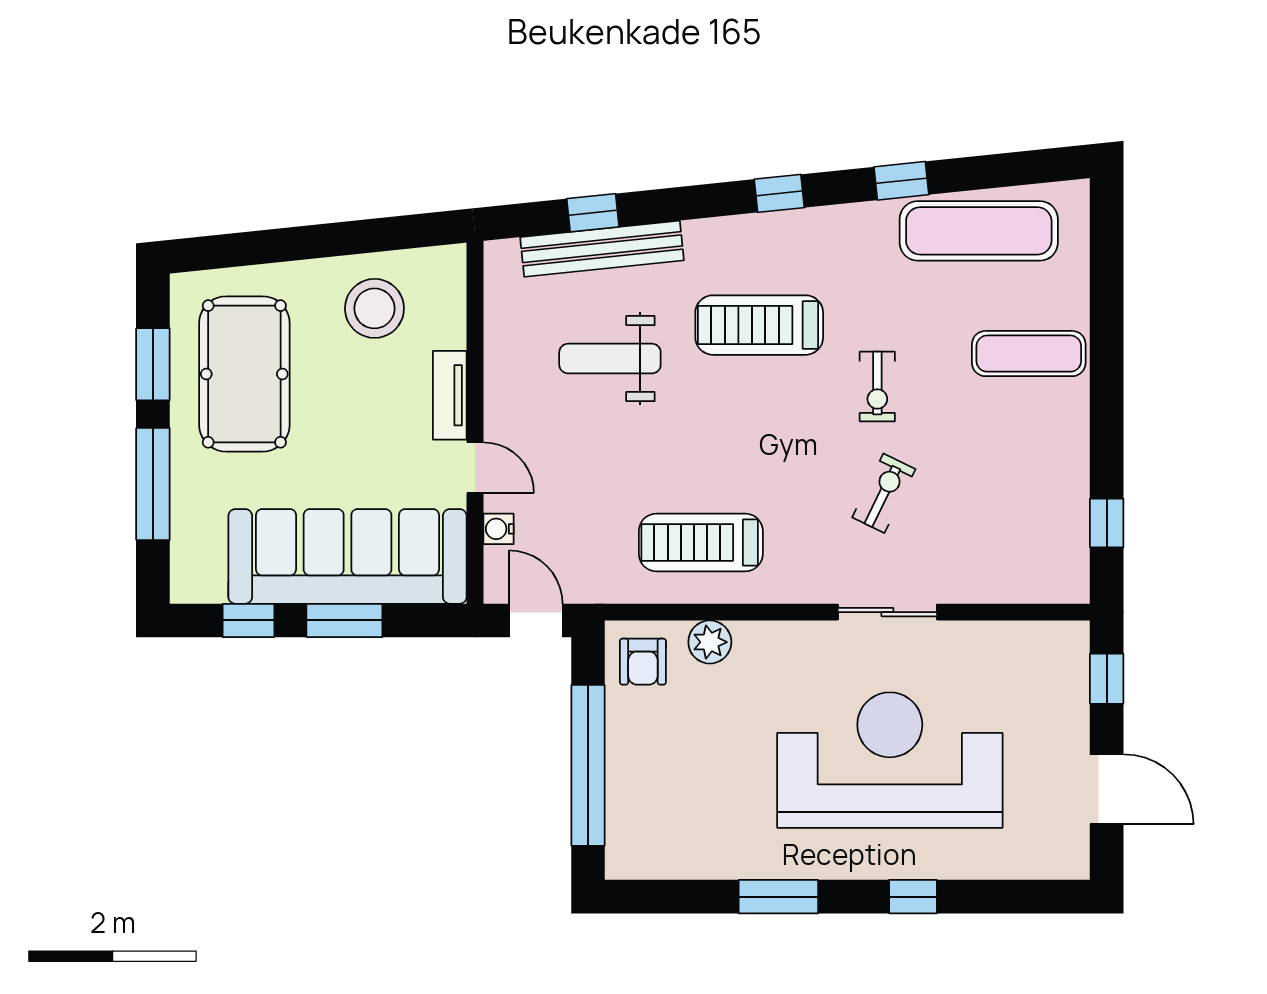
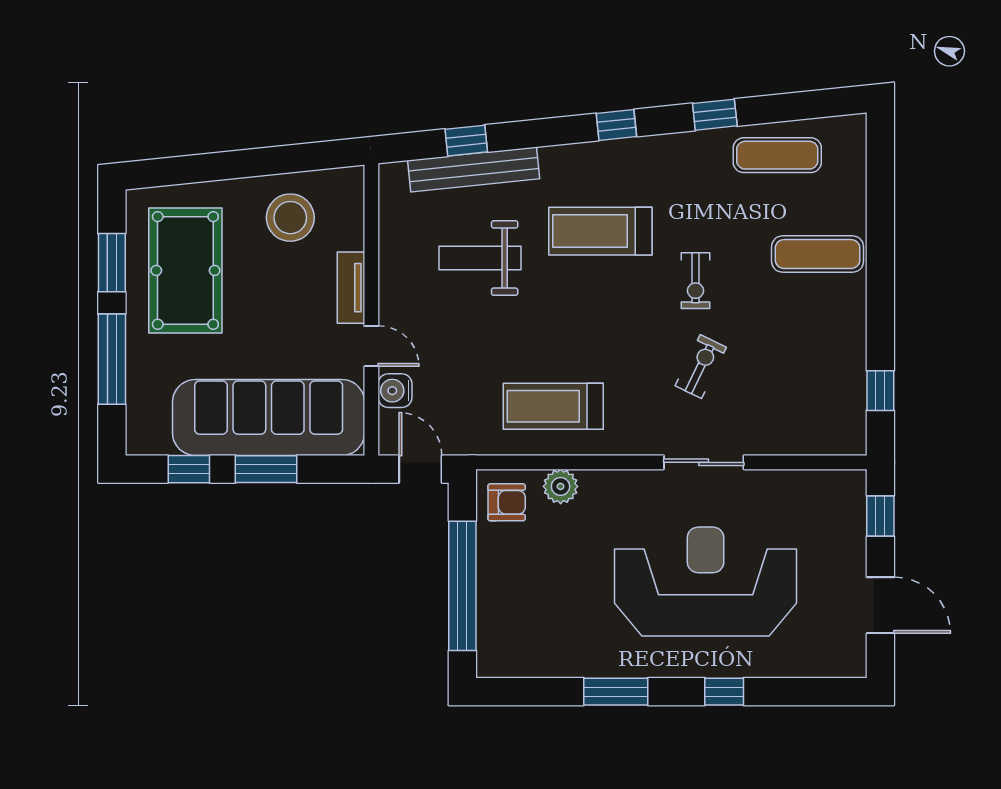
exercise mat: (979, 231) -> (777, 155), width x0.73, depth x0.69
water cooler: (499, 529) -> (395, 391), width x1.38, depth x1.38
armchair: (643, 662) -> (507, 502), turned -90

